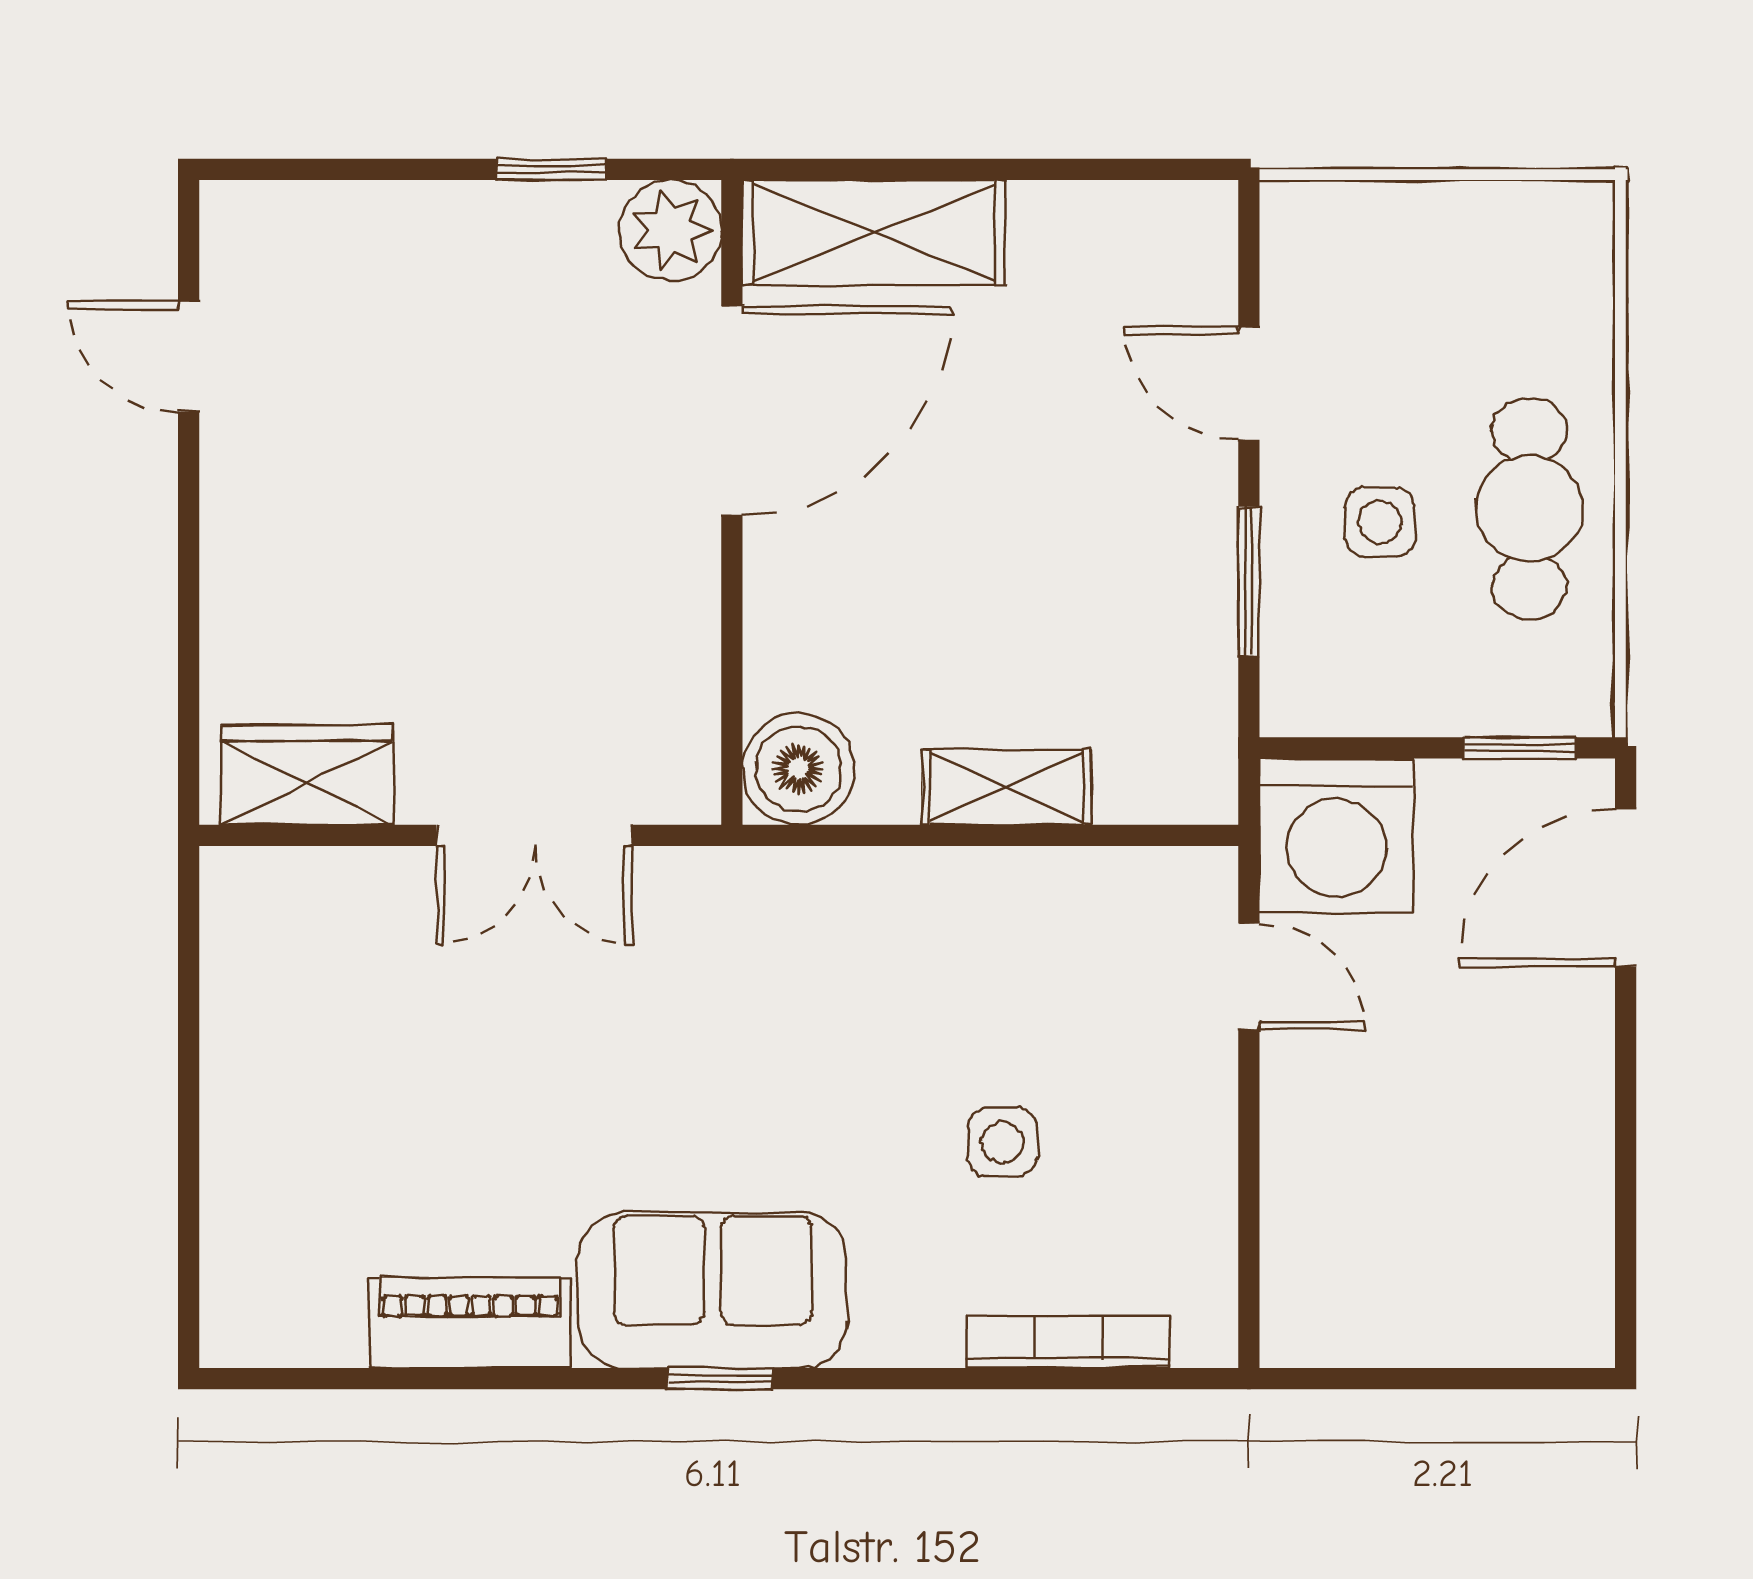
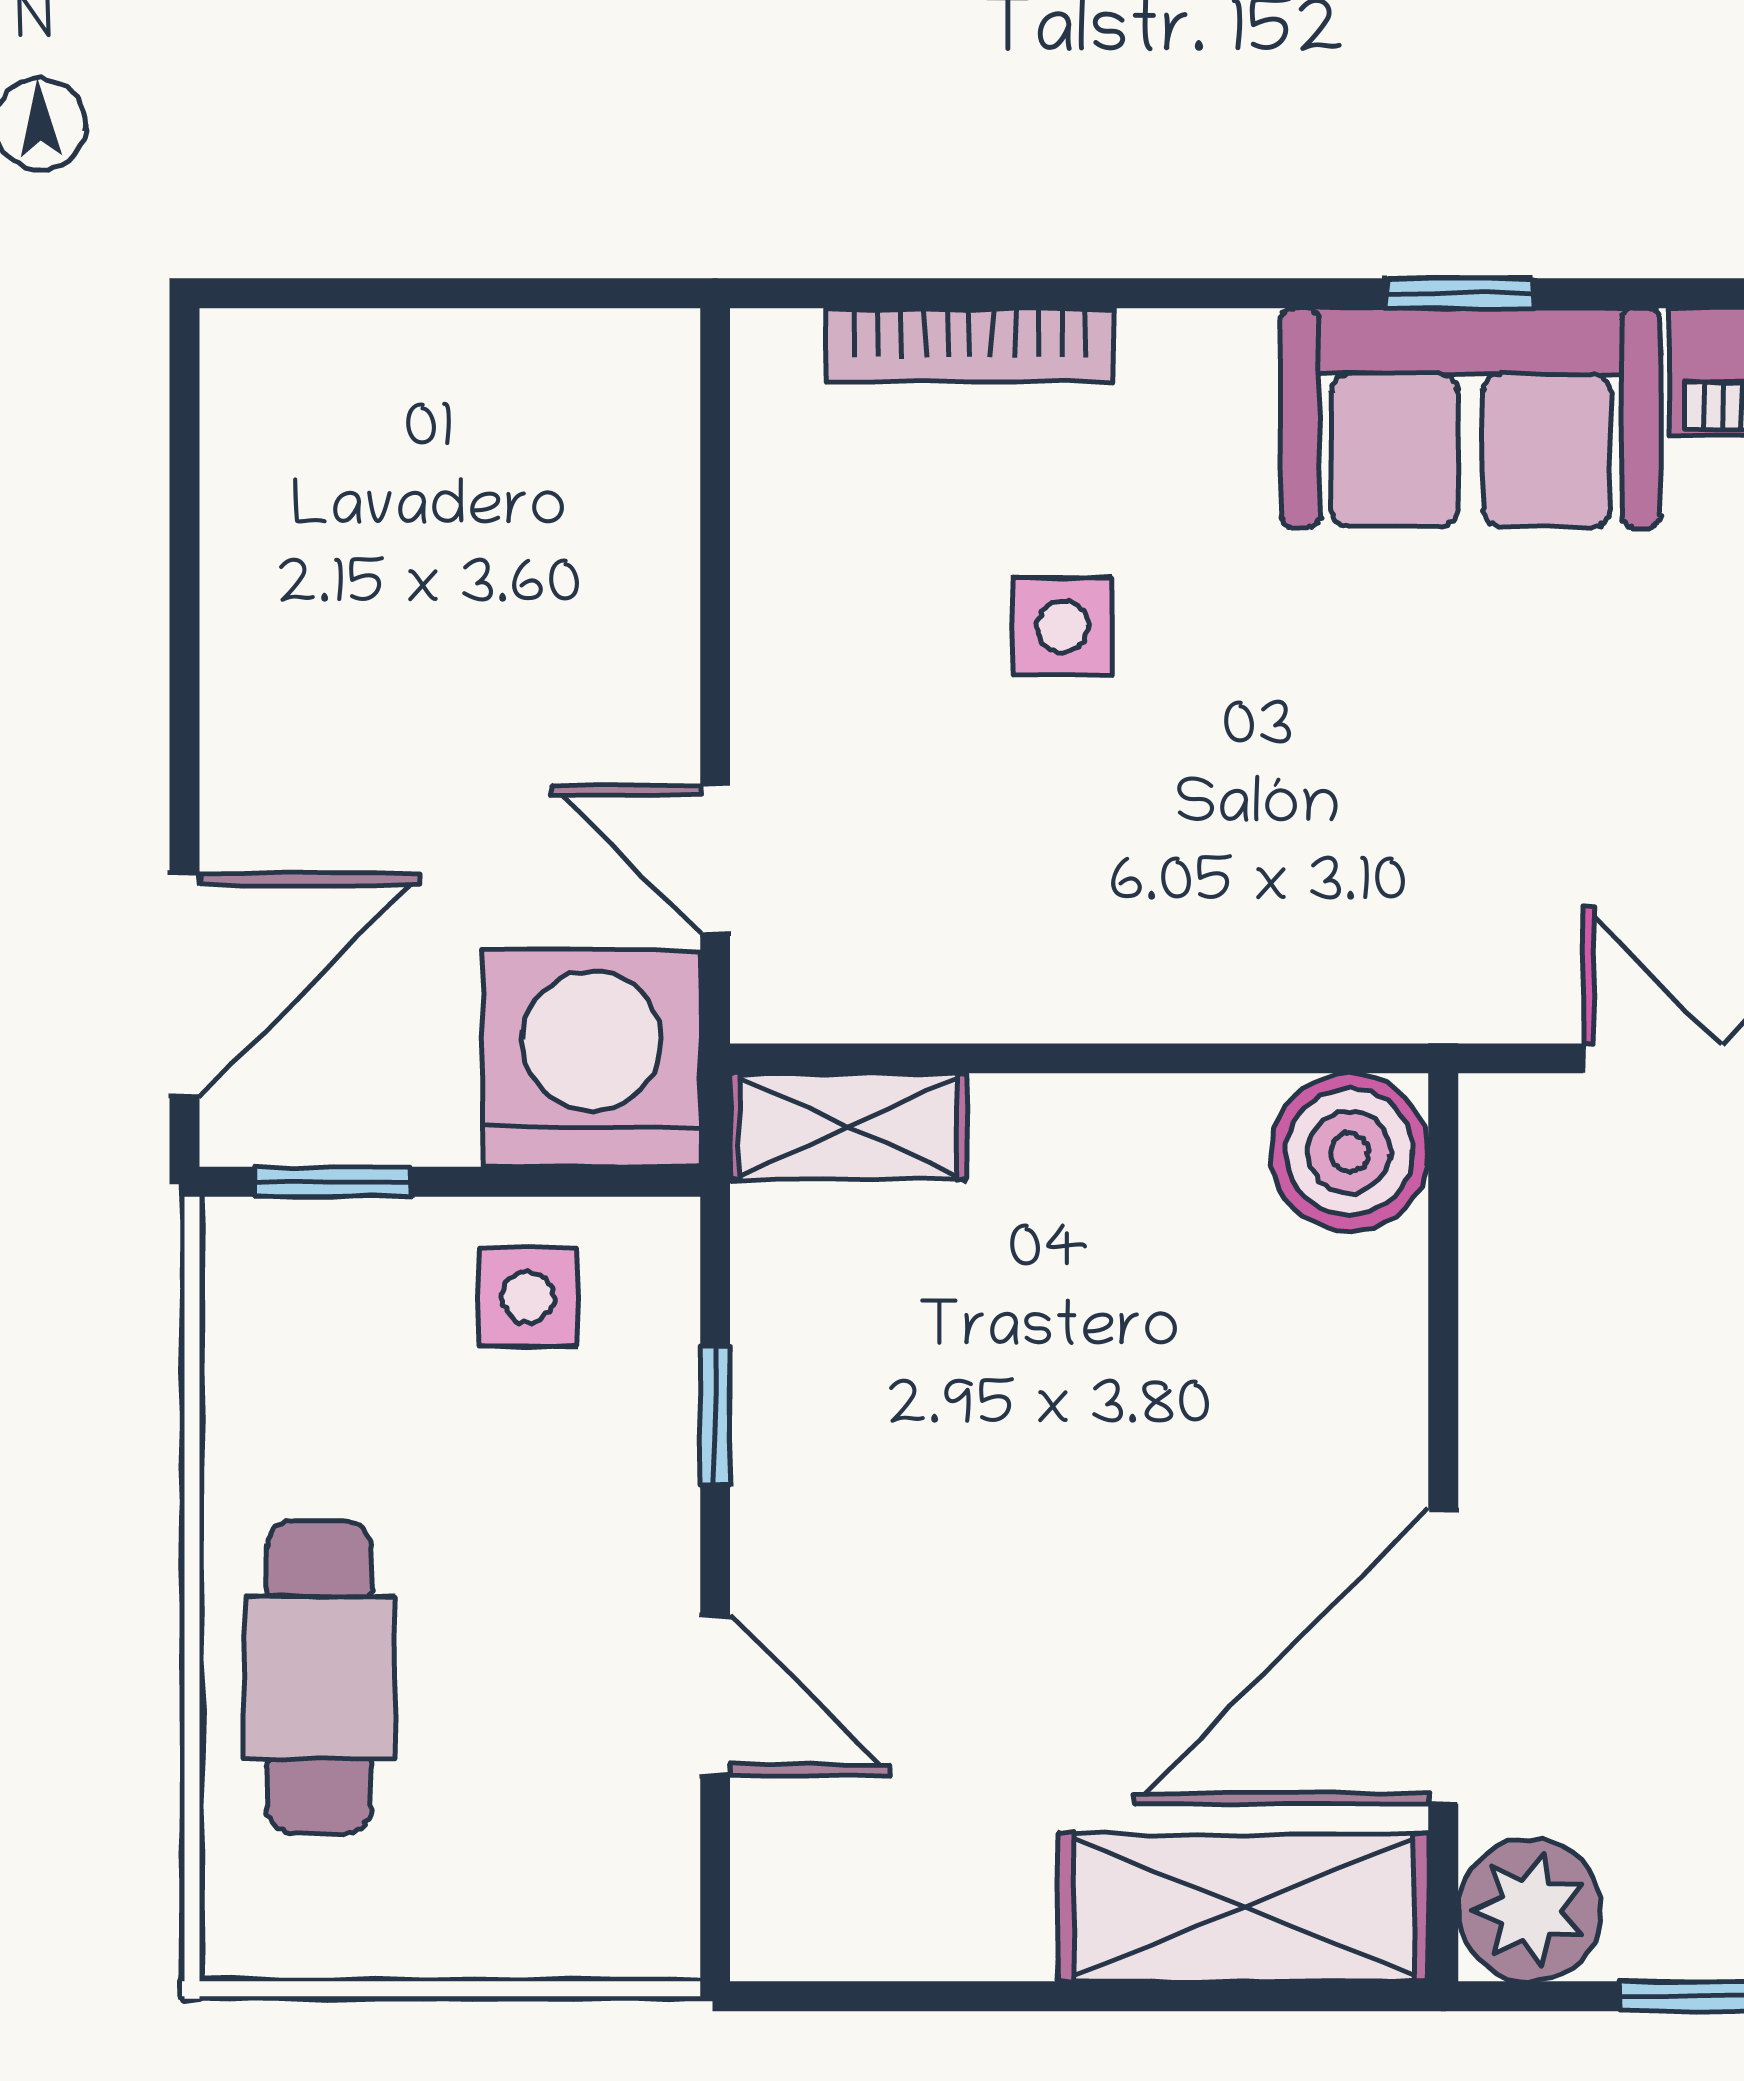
cafe table: (1529, 508) -> (319, 1677), moved
side table: (1380, 522) -> (528, 1297), moved
window: (1249, 582) -> (715, 1416), width x0.67
shelving: (1007, 787) -> (848, 1126), moved

